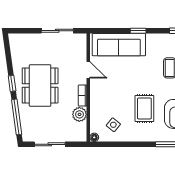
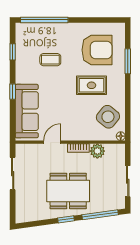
side table: (113, 125) -> (108, 117), width x1.87, depth x1.87

